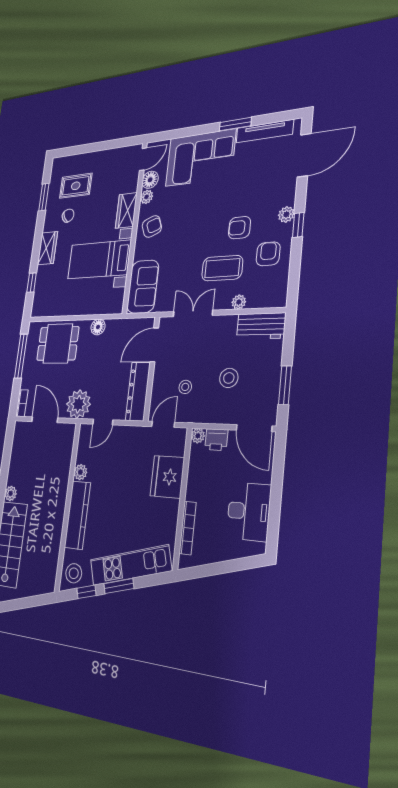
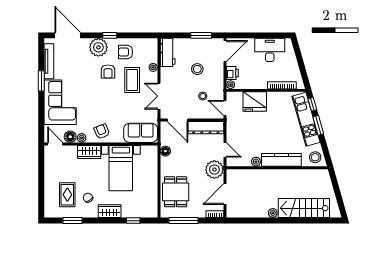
plant: (286, 214) -> (98, 47), width x1.87, depth x1.87
floor lamp: (98, 327) -> (165, 151), moved
window: (87, 592) -> (312, 104), moved

